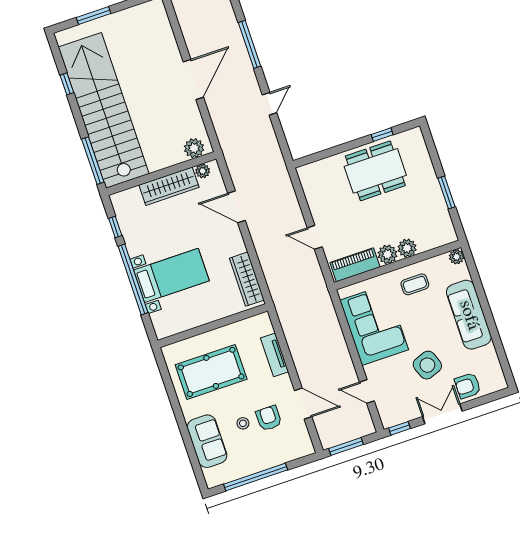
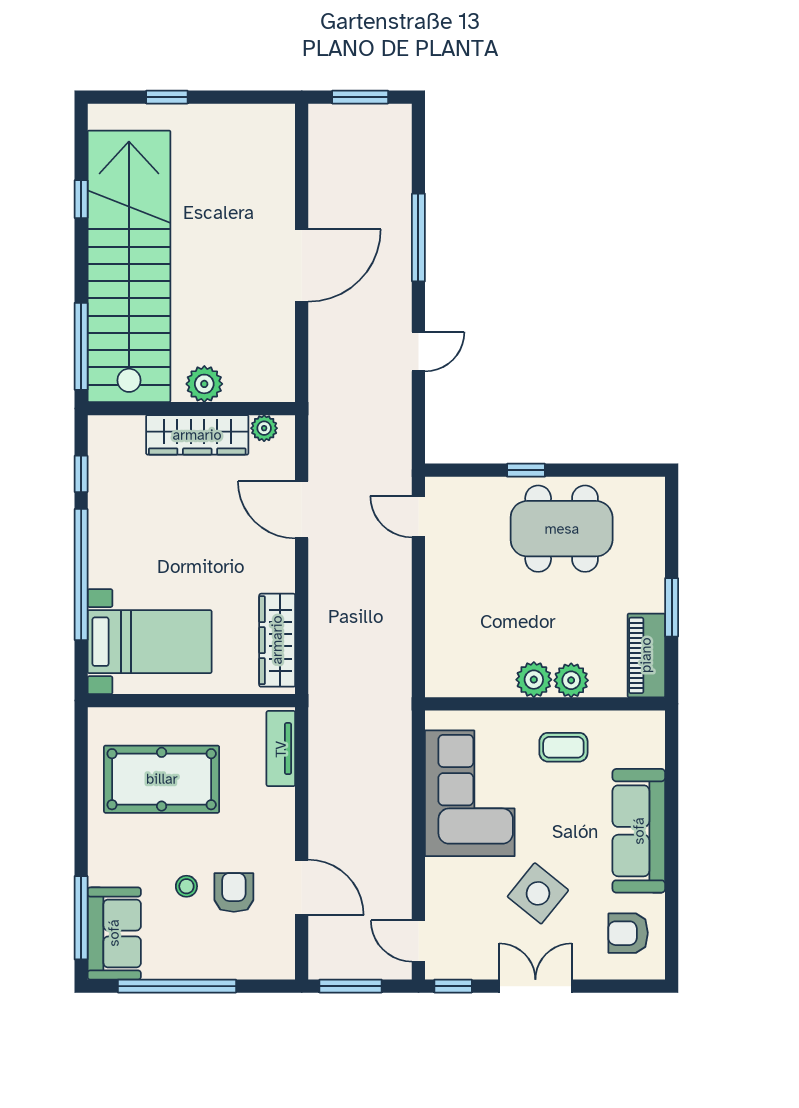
window: (94, 16) -> (167, 97), width x0.67
window: (382, 135) -> (526, 470), moved
plant: (194, 148) -> (204, 384), moved
door: (315, 237) -> (418, 517), moved
plant: (457, 257) -> (651, 724), removed
piano: (355, 265) -> (646, 655), moved, turned -90
bed with nightstands: (171, 275) -> (150, 642), moved
tv unit: (275, 355) -> (281, 749), moved
side table: (427, 365) -> (538, 893), turned -30
armchair: (468, 386) -> (628, 933), moved
door: (367, 391) -> (418, 941), moved
sofa: (207, 441) -> (114, 933), moved
window: (194, 458) -> (81, 918), added

